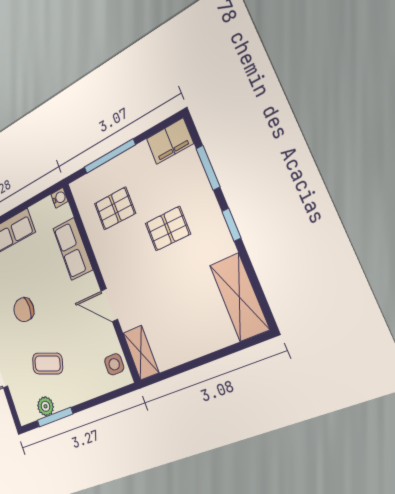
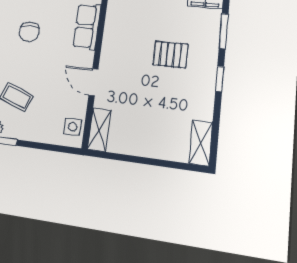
pallet: (115, 208) -> (137, 17), removed
shelving: (239, 297) -> (201, 143), width x0.67, depth x0.75
chair: (24, 310) -> (29, 32), moved, turned -90

